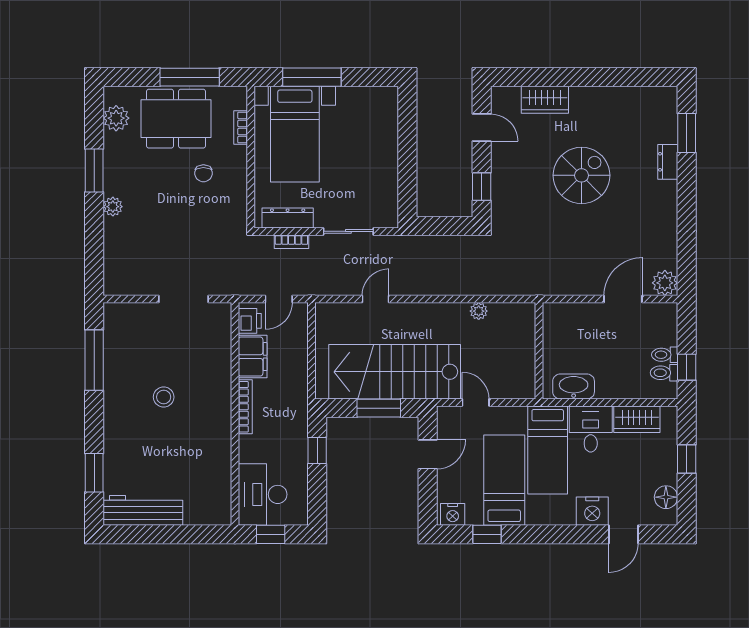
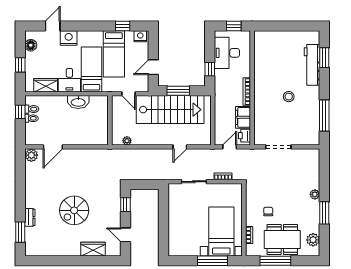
dresser: (288, 218) -> (225, 189), removed
wall: (539, 351) -> (110, 120), moved
desk: (263, 494) -> (227, 53), moved, turned 180
workbench: (143, 510) -> (312, 65), moved, turned 90

